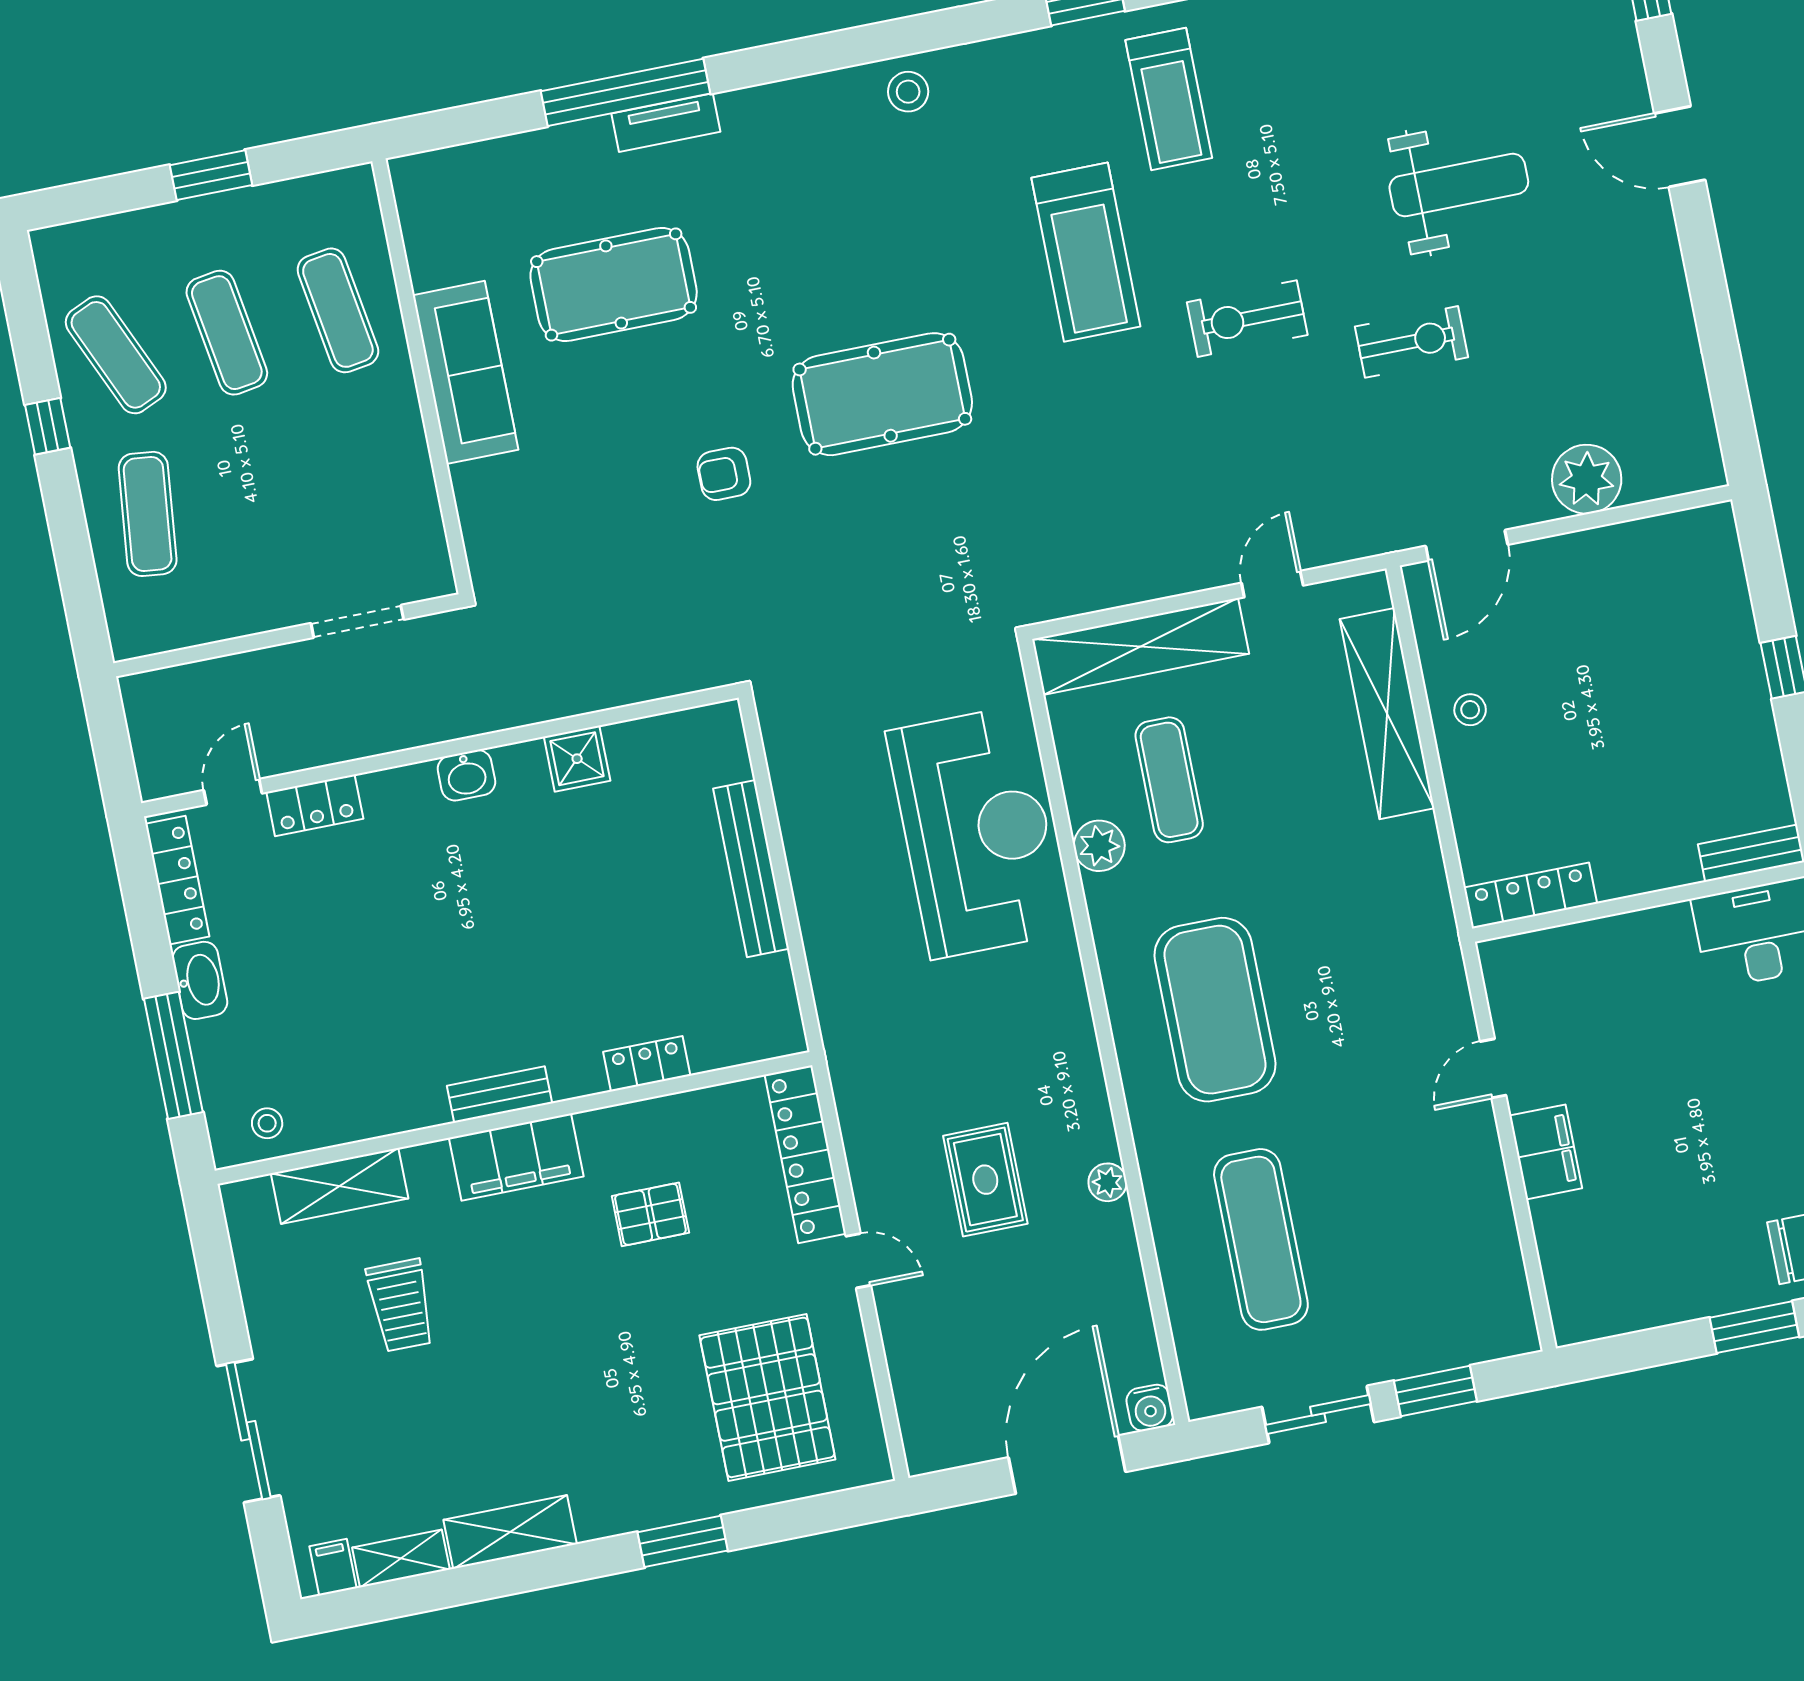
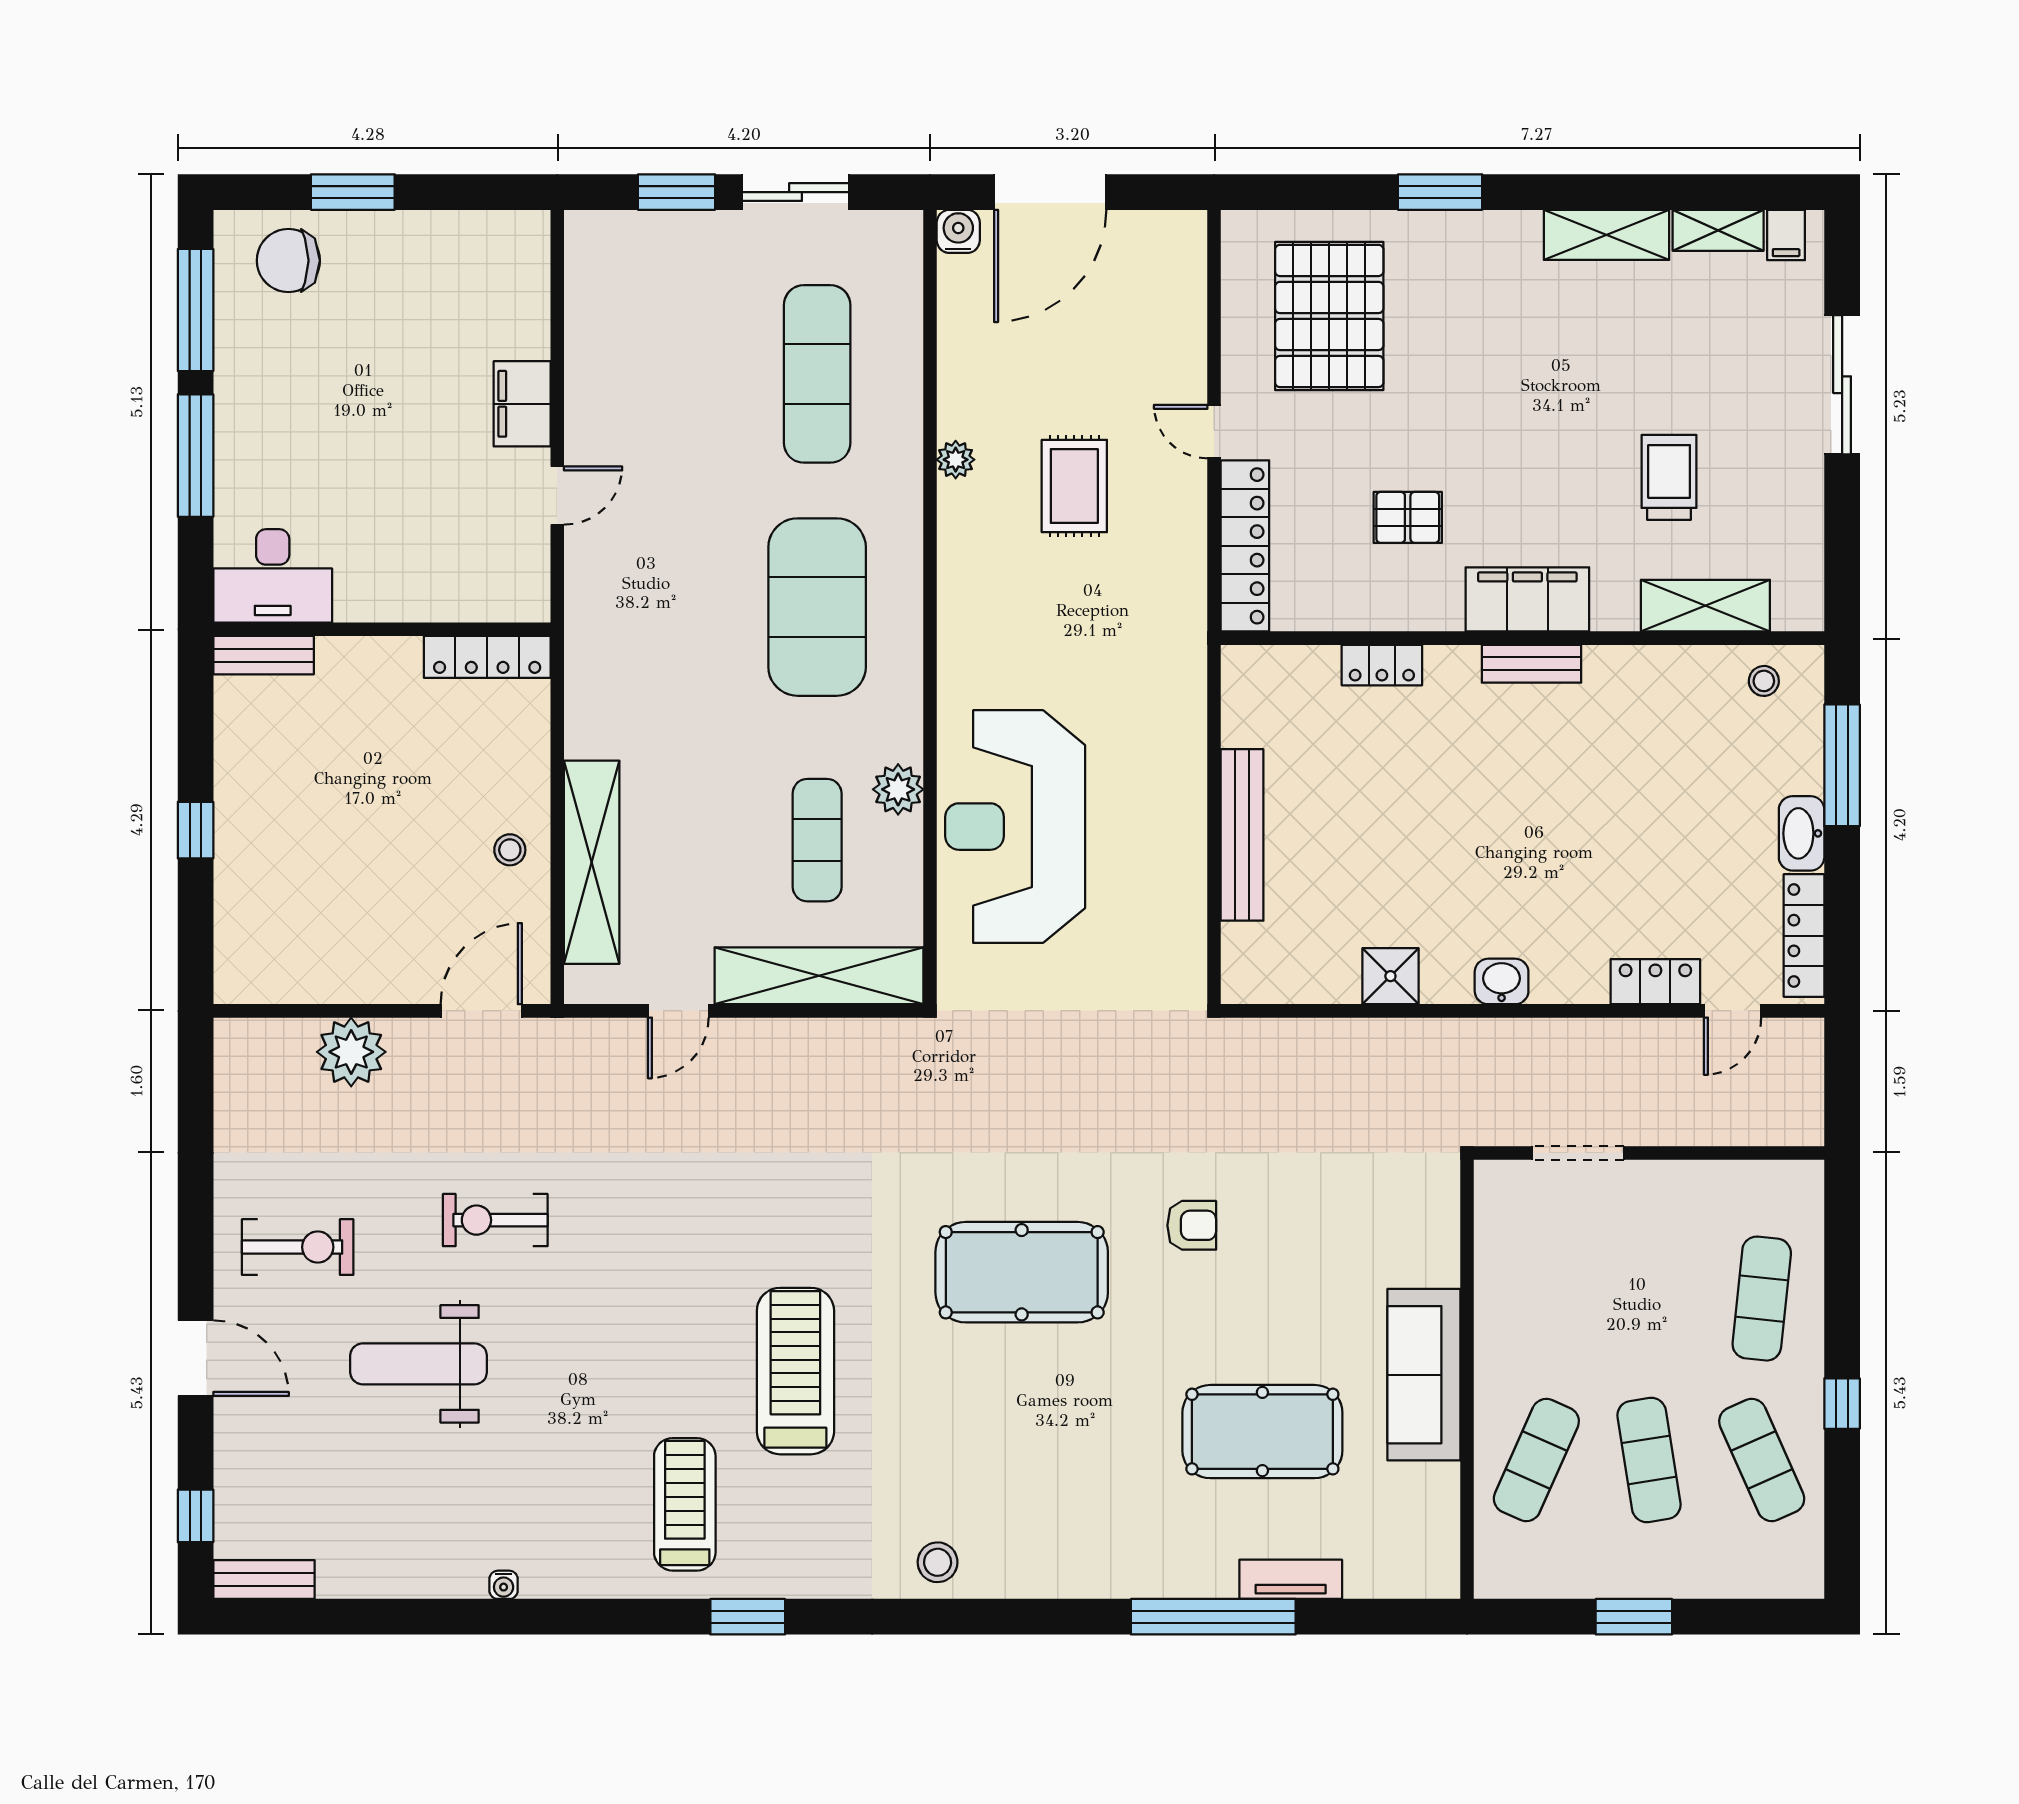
tv unit: (666, 123) -> (1291, 1579), moved
exercise mat: (338, 310) -> (1536, 1460), turned 33
exercise bike: (1247, 319) -> (298, 1247), moved

